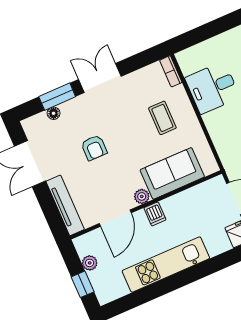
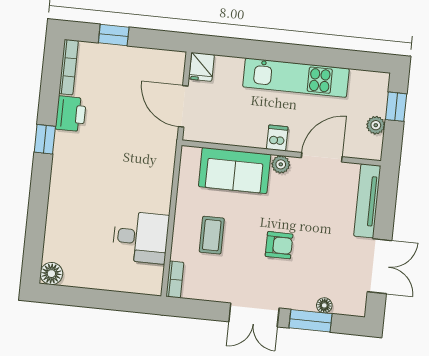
armchair: (94, 148) -> (279, 245), moved, turned 90

